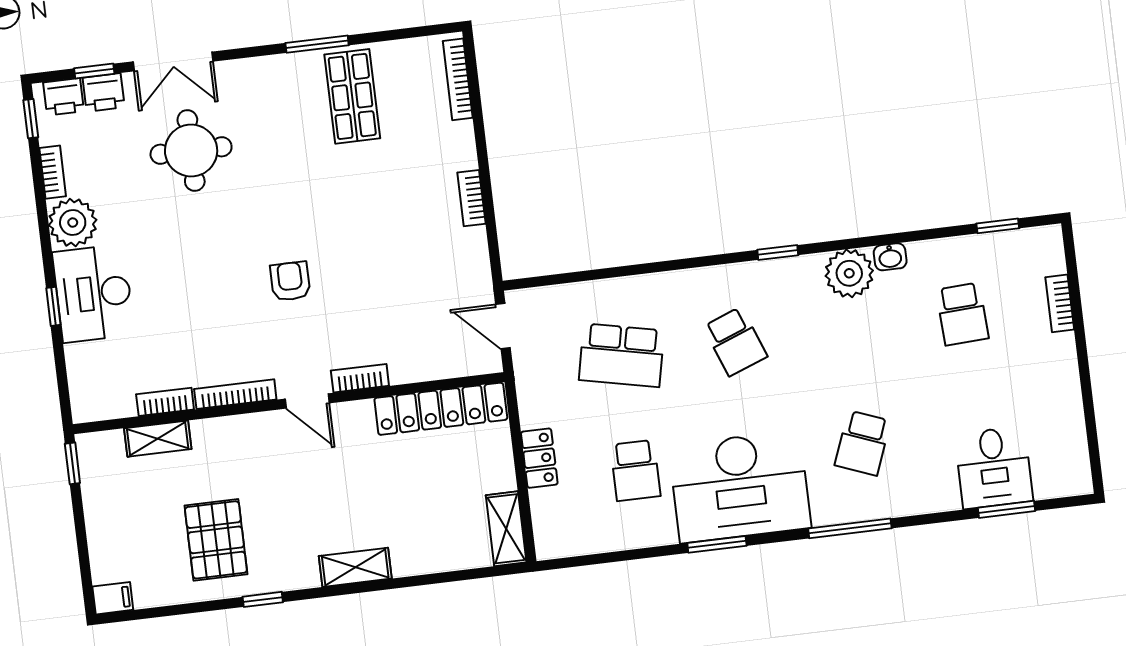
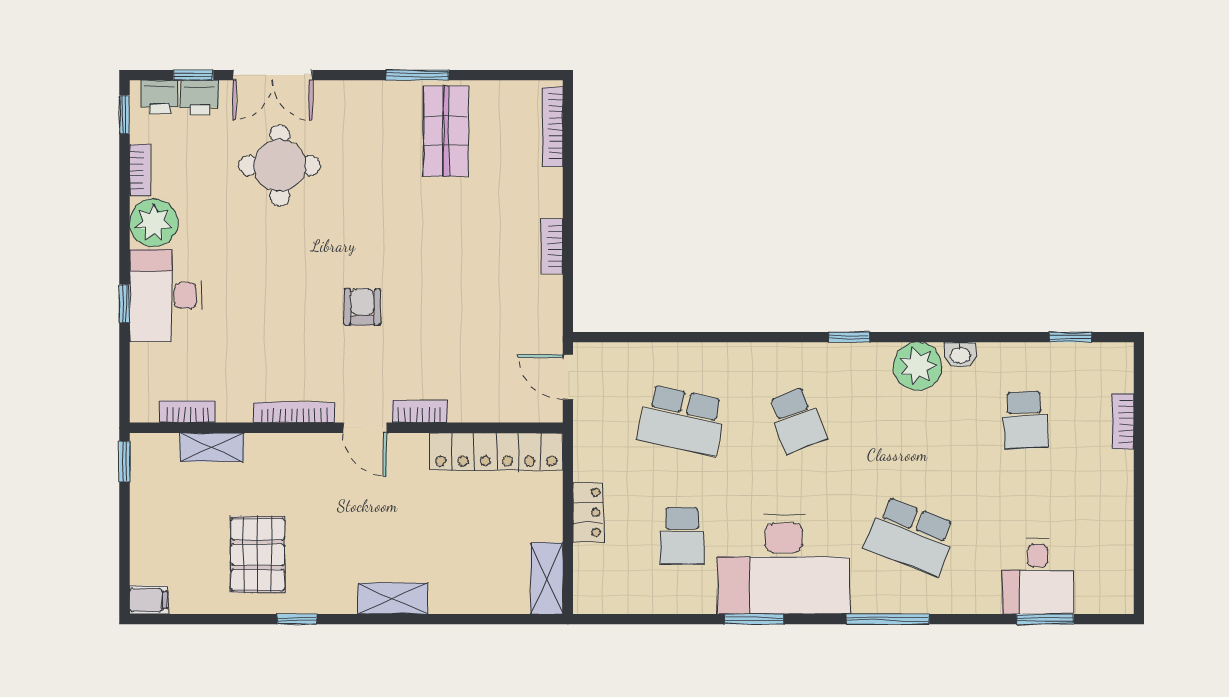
bookcase: (165, 402) -> (188, 412), moved
school desk: (863, 443) -> (911, 536), width x1.85

